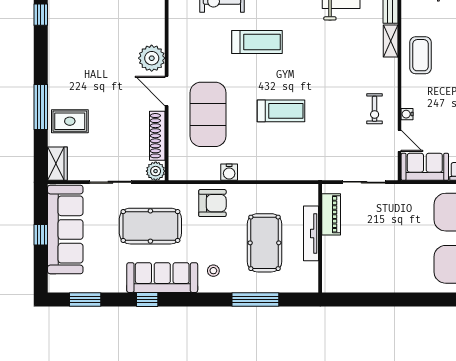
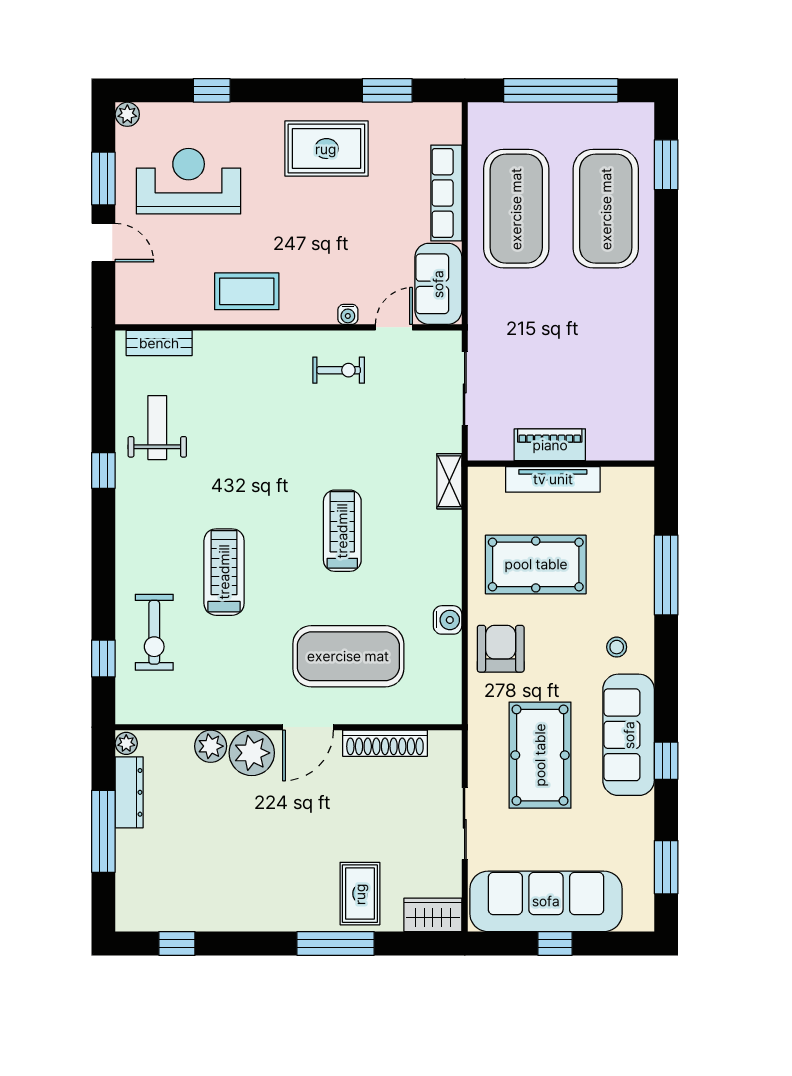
shelving: (391, 41) -> (449, 481), moved, turned 90
plant: (156, 171) -> (211, 746), moved
piano: (331, 214) -> (550, 445), moved
pool table: (264, 243) -> (536, 564), moved

